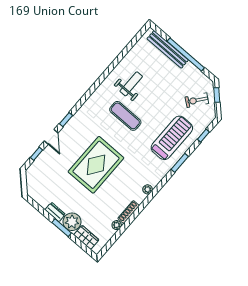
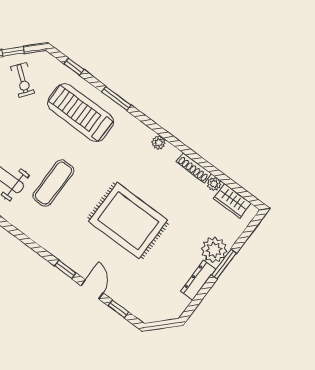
door: (51, 137) -> (92, 289), hinge flipped
dresser: (55, 212) -> (198, 280), width x1.44
wardrobe: (86, 237) -> (232, 201), moved, turned -90

